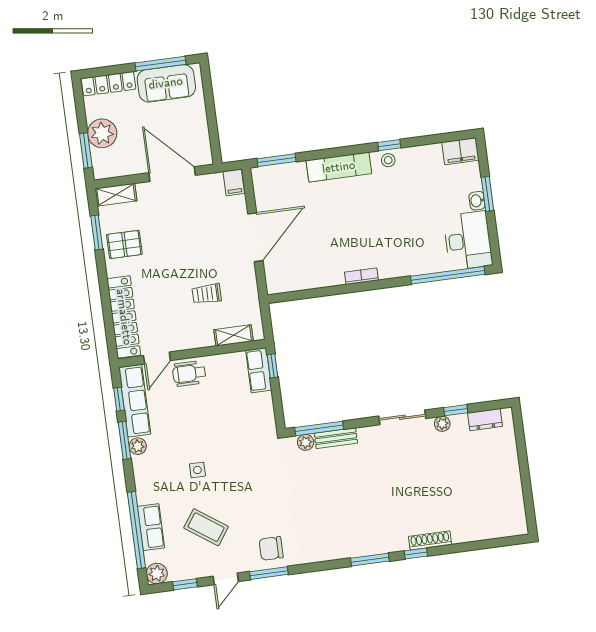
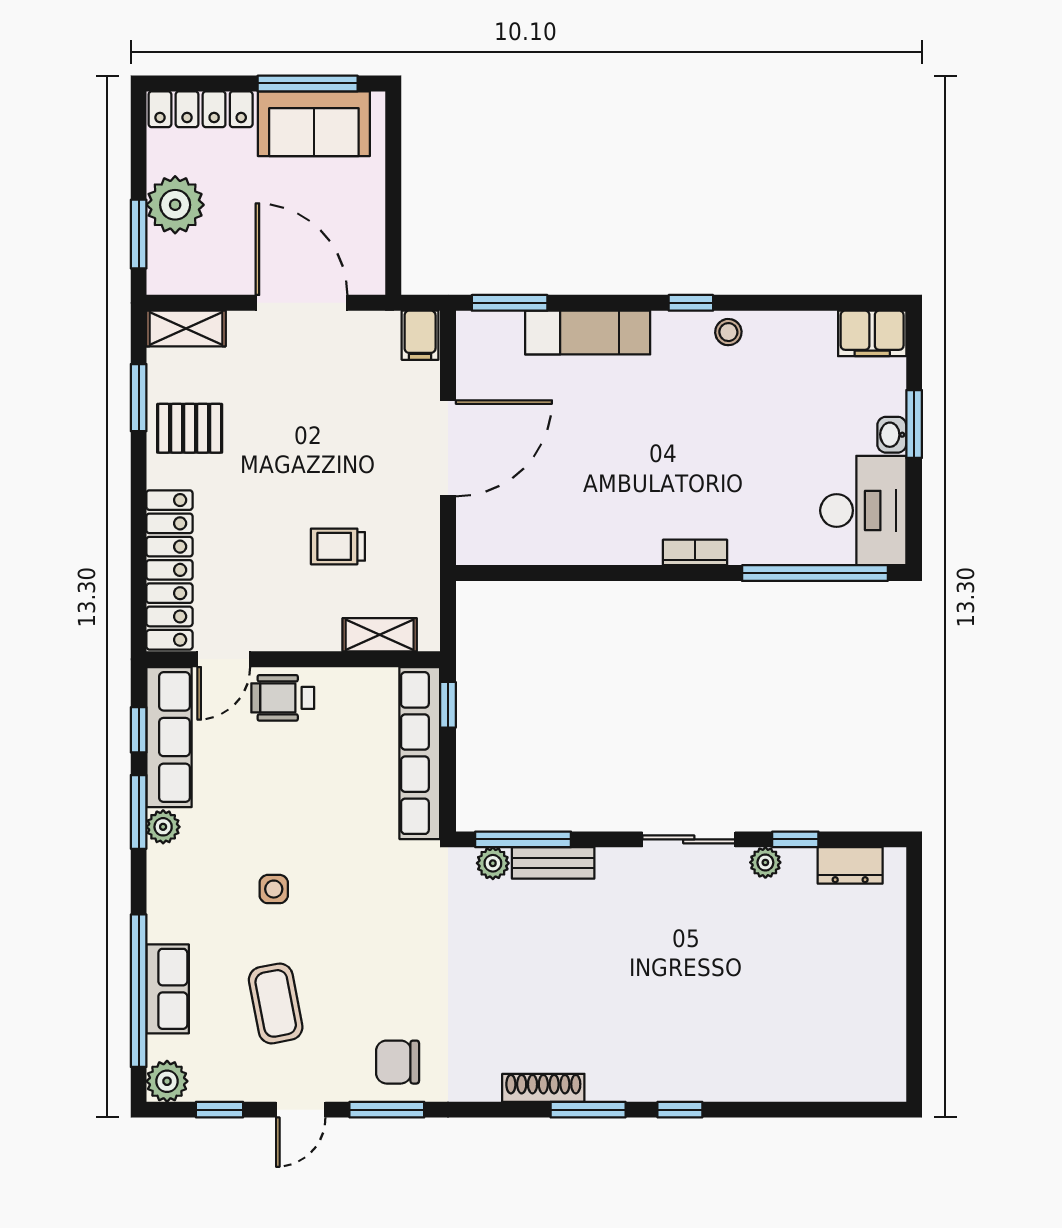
window: (389, 145) -> (691, 303), moved
exam couch: (339, 167) -> (588, 333), moved
bookcase: (361, 276) -> (695, 552), moved
row of seats: (259, 370) -> (420, 753), width x2.02
coffee table: (206, 527) -> (276, 1003), turned 44
shoe rack: (430, 540) -> (543, 1088), moved

